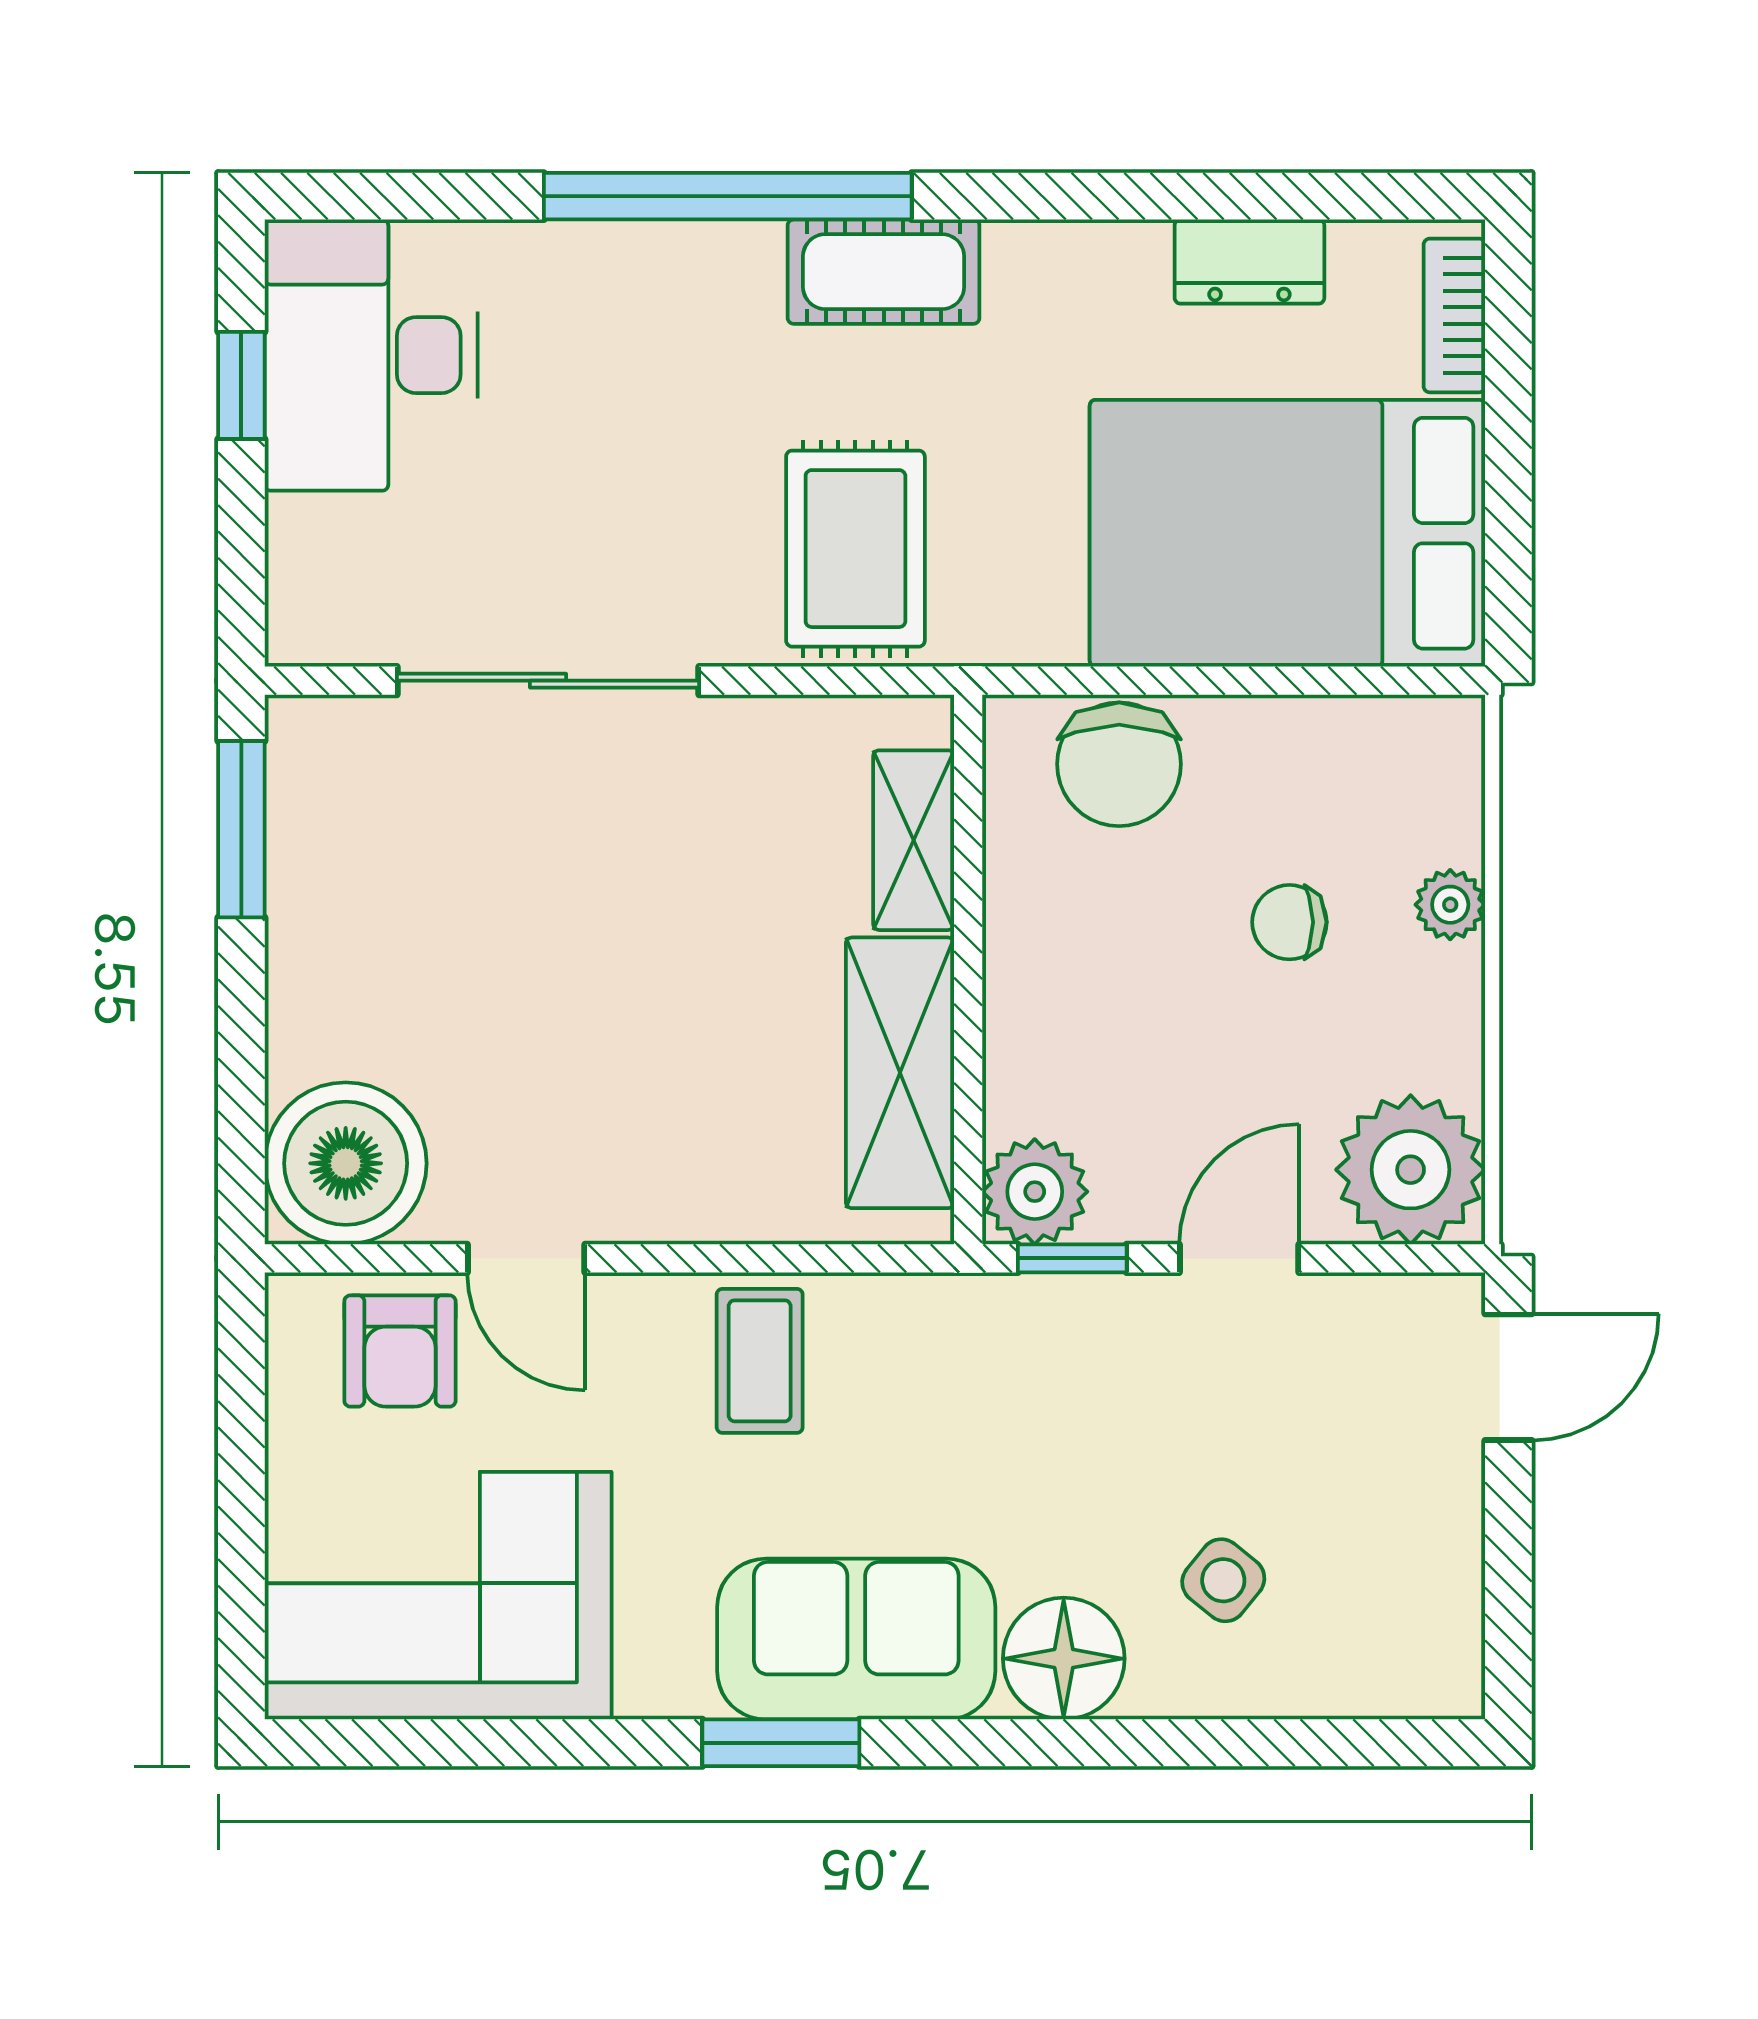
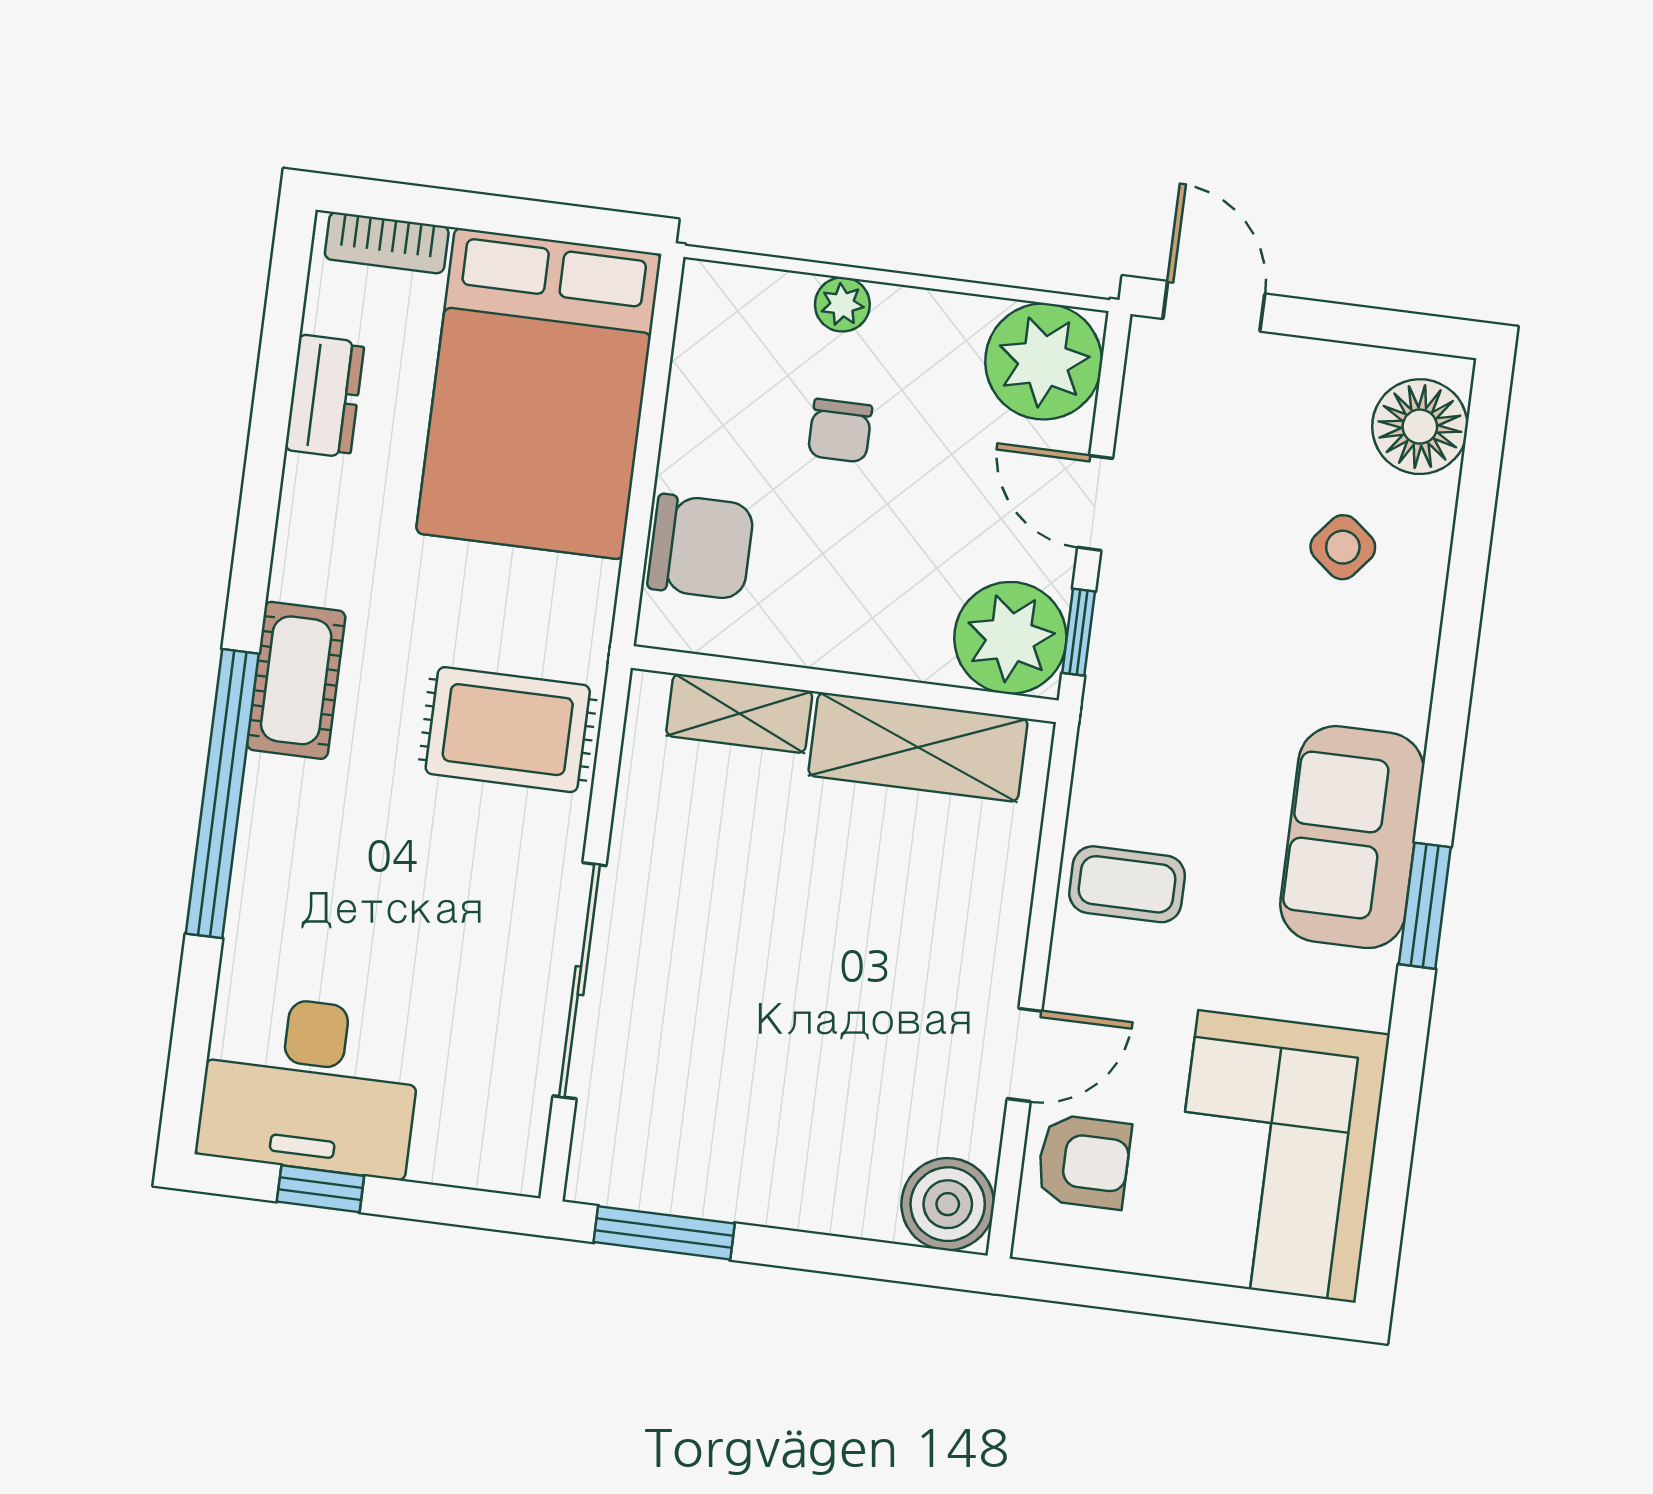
boiler: (346, 1163) -> (948, 1204), width x0.73, depth x0.73
plant: (1035, 1192) -> (1010, 638), width x1.36, depth x1.36
floor lamp: (1064, 1659) -> (1420, 427), moved

